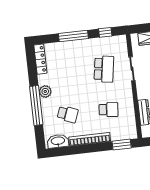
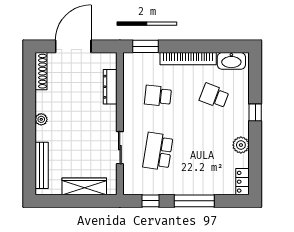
locker: (40, 59) -> (243, 182), width x0.66
plant: (45, 91) -> (241, 145), moved
window: (36, 106) -> (255, 112), width x0.32

